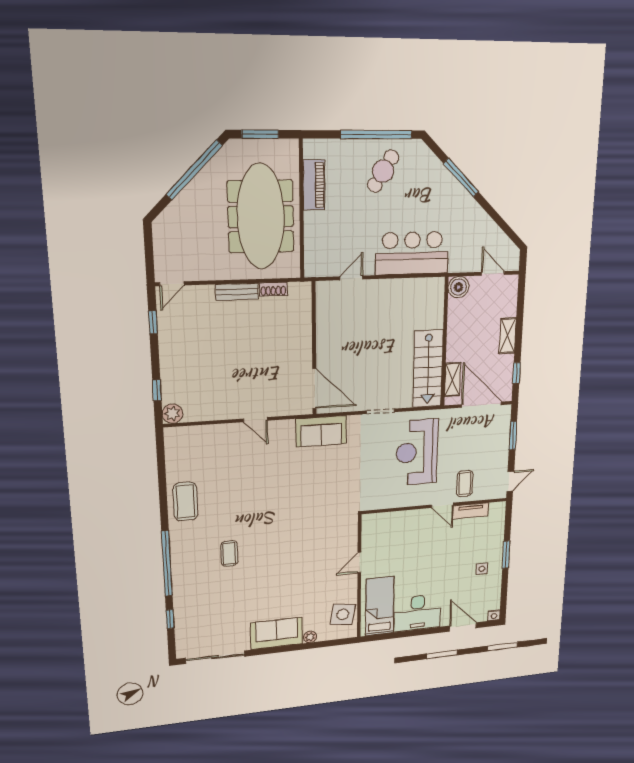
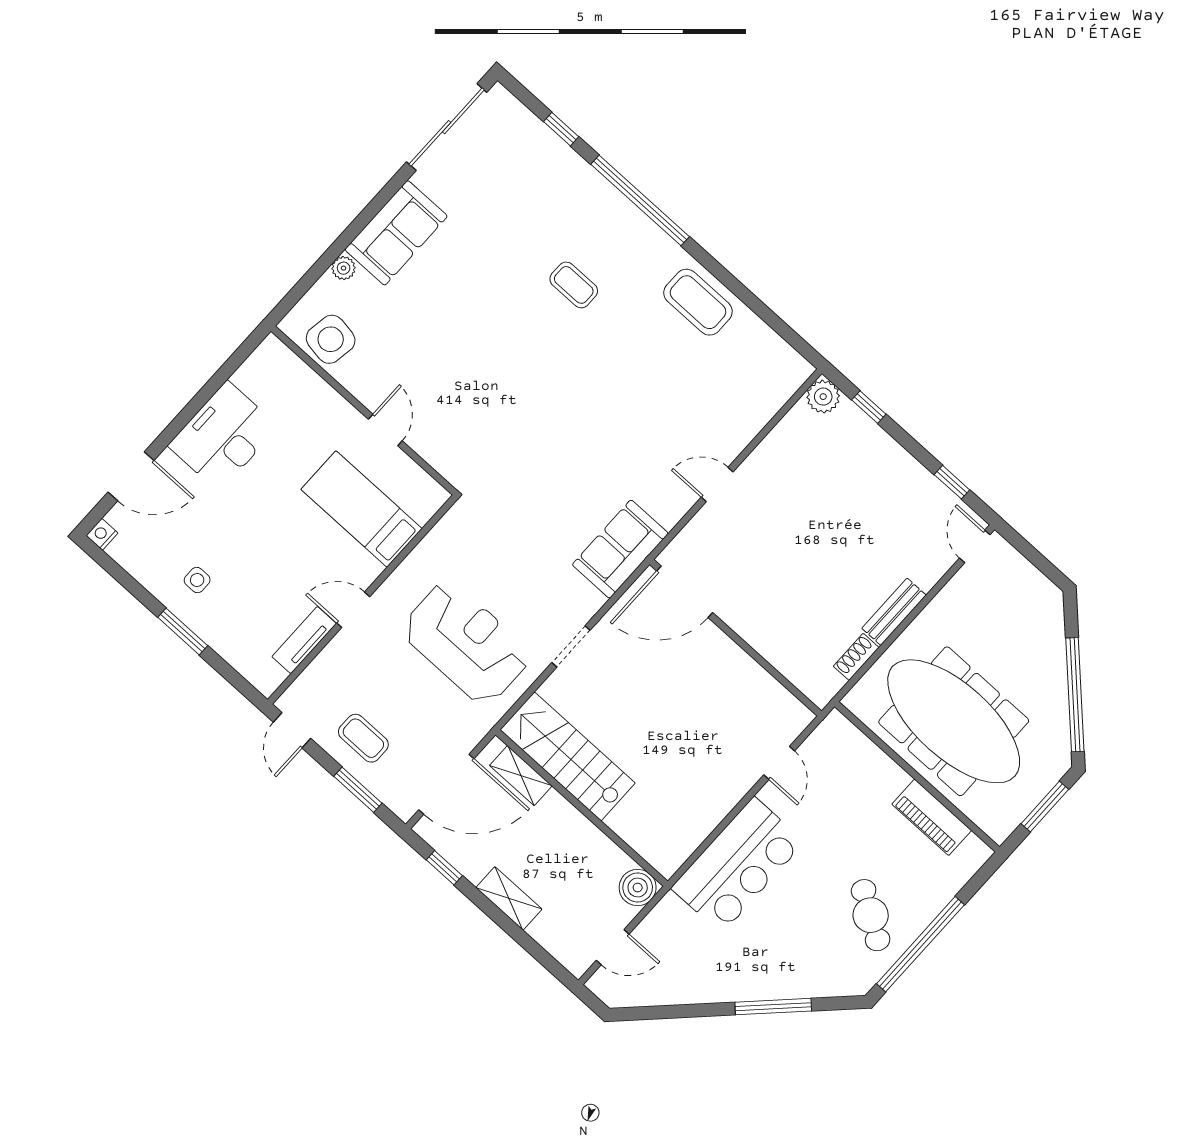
coffee table: (465, 483) -> (363, 738), moved
bed: (380, 606) -> (362, 509), moved, turned 180

